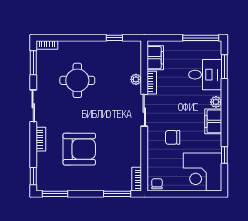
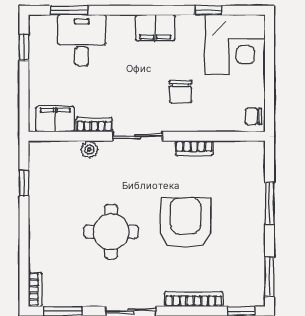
window: (201, 38) -> (24, 47), width x0.46
round table: (77, 80) -> (111, 232), moved
plant: (216, 102) -> (125, 24), removed
bookcase: (41, 139) -> (194, 299), width x1.56
armchair: (79, 149) -> (186, 223), moved
bookcase: (137, 179) -> (194, 148), moved
window: (117, 194) -> (270, 203), moved

